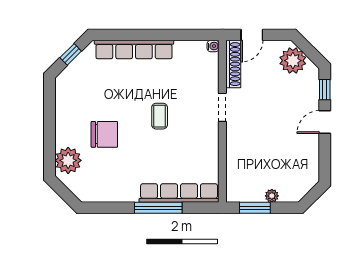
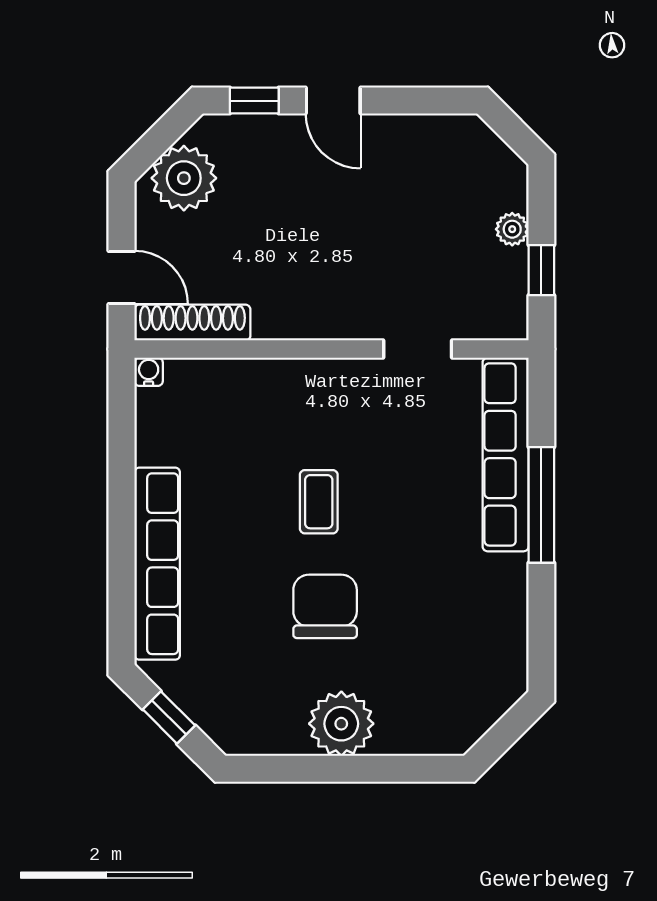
doorway: (222, 107) -> (418, 349), moved
coffee table: (160, 116) -> (319, 502), turned 90
chair: (104, 134) -> (325, 606), moved
plant: (68, 160) -> (341, 724), moved
window: (255, 208) -> (541, 270), width x0.67

